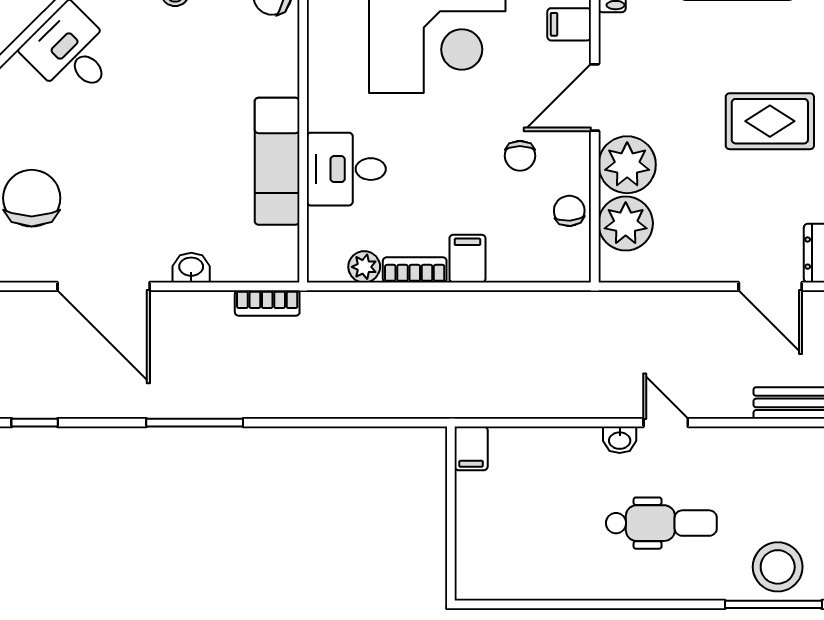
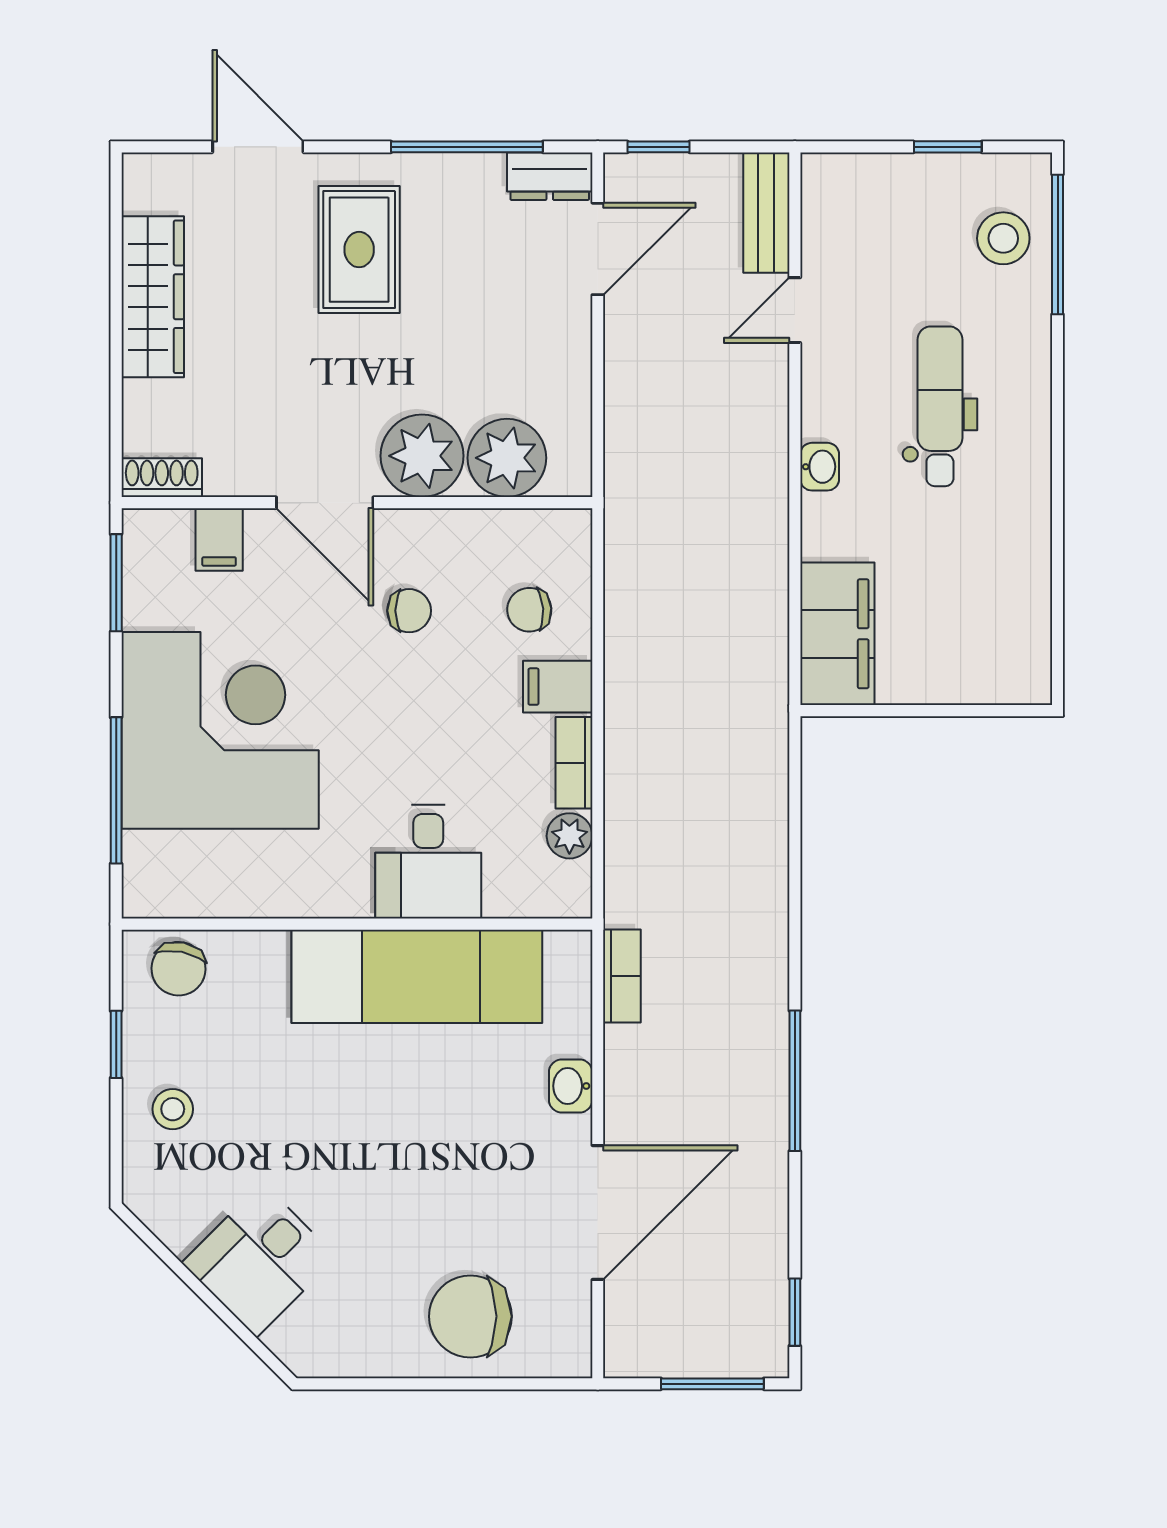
exam couch: (277, 161) -> (417, 976), width x1.36, depth x1.45
chair: (569, 211) -> (529, 610), moved
door: (666, 423) -> (795, 310), moved
filing cabinet: (471, 448) -> (837, 634), width x3.00, depth x1.17
stool: (778, 567) -> (1003, 238), width x0.73, depth x0.73

